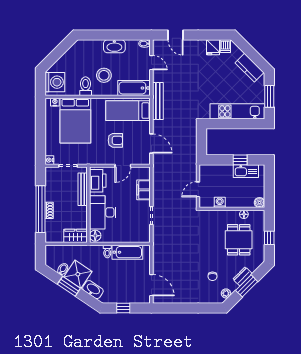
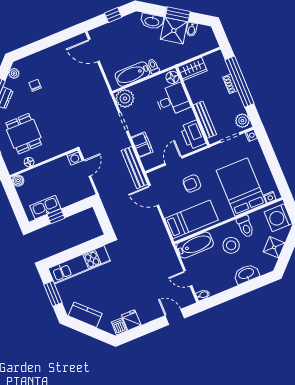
washbasin: (114, 46) -> (246, 274), moved
shower: (69, 59) -> (274, 247), added
bench: (158, 101) -> (134, 167), moved
plant: (52, 176) -> (242, 121), added
washing machine: (220, 202) -> (74, 158), moved
desk: (103, 212) -> (173, 100), width x0.73
plant: (142, 234) -> (125, 98), added

